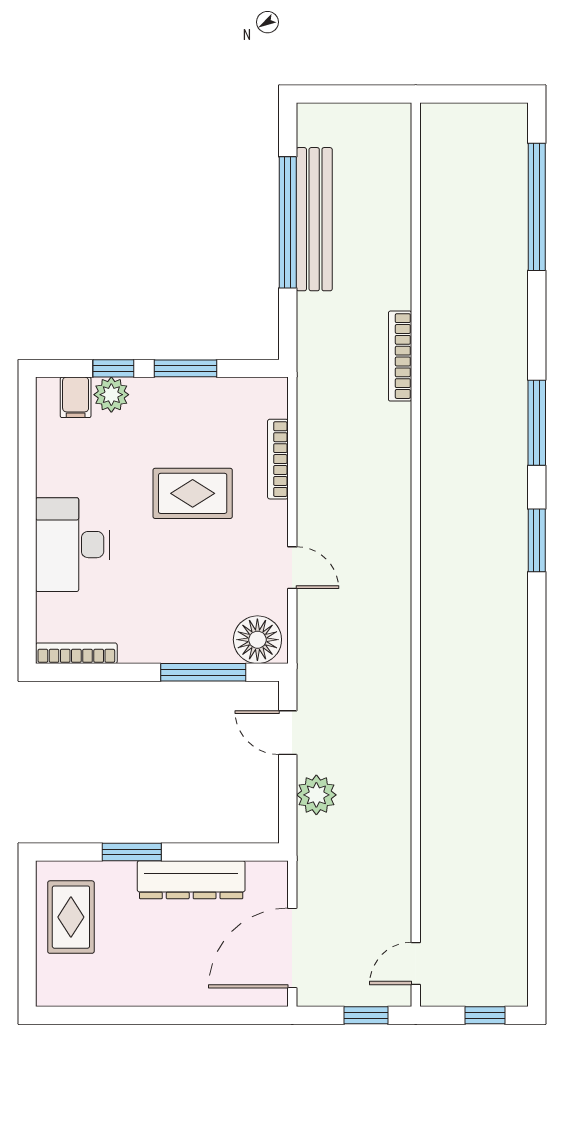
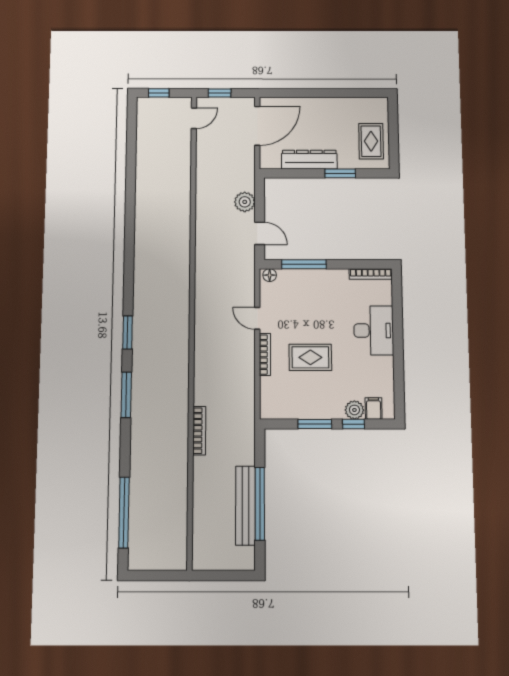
bookcase: (278, 459) -> (265, 354), moved
floor lamp: (257, 640) -> (270, 275), width x0.53, depth x0.53

